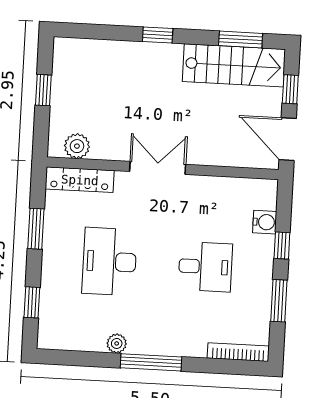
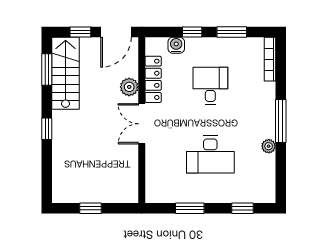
plant: (77, 146) -> (129, 87), moved
locker: (80, 180) -> (153, 79), moved

